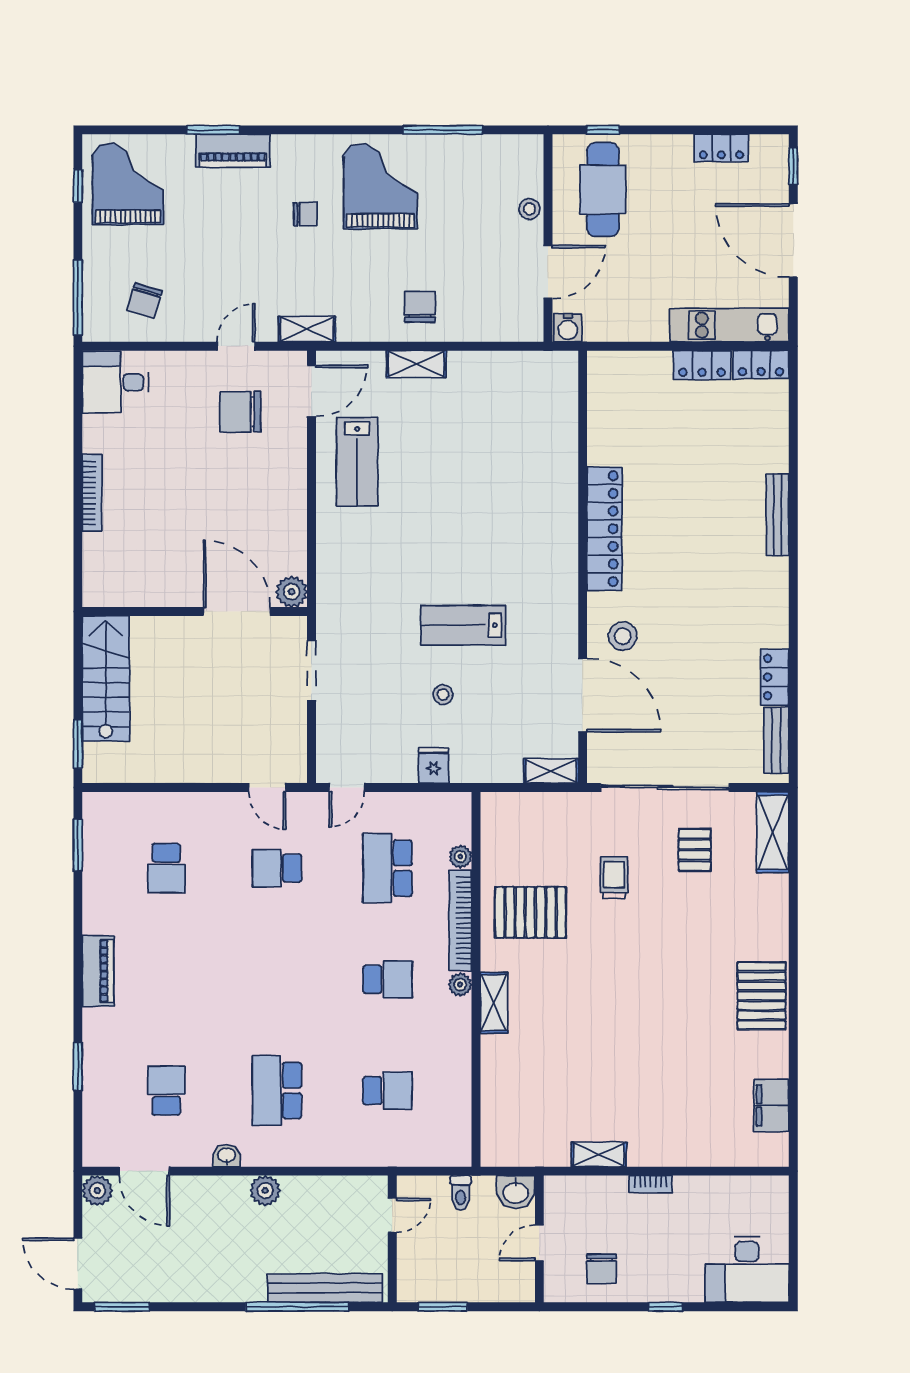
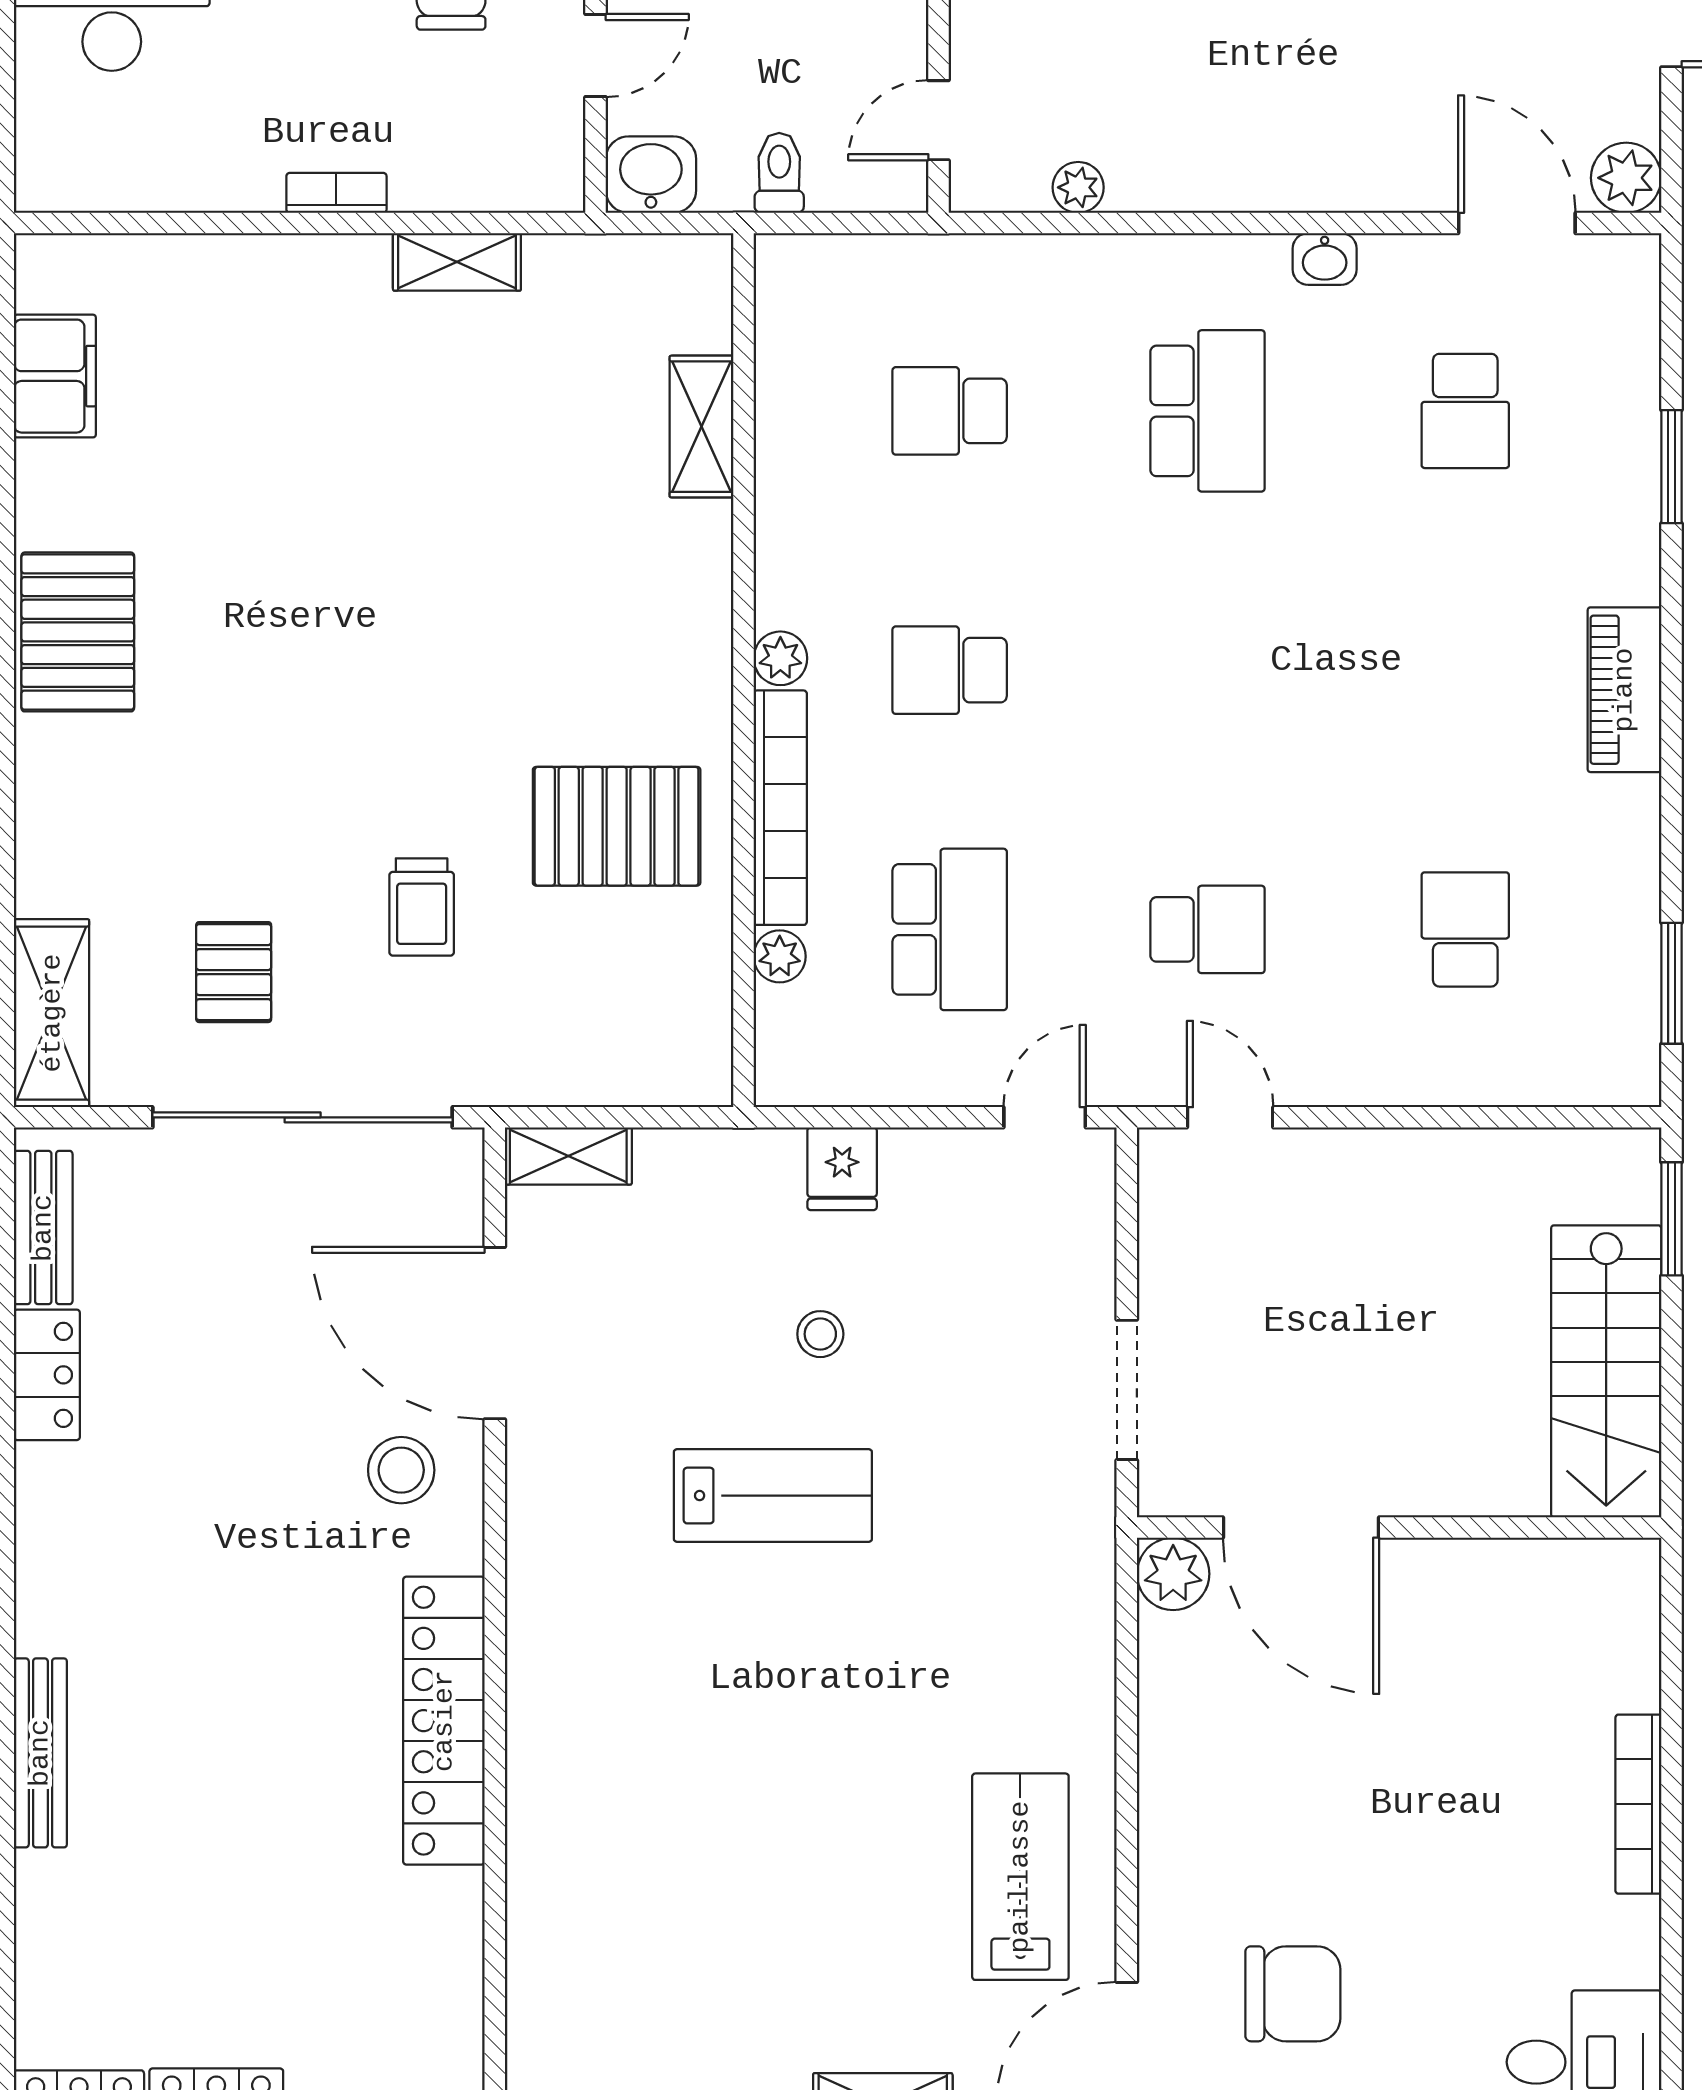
shelving: (494, 1003) -> (702, 427), moved
plant: (265, 1191) -> (1078, 187), moved, width x0.73, depth x0.73

